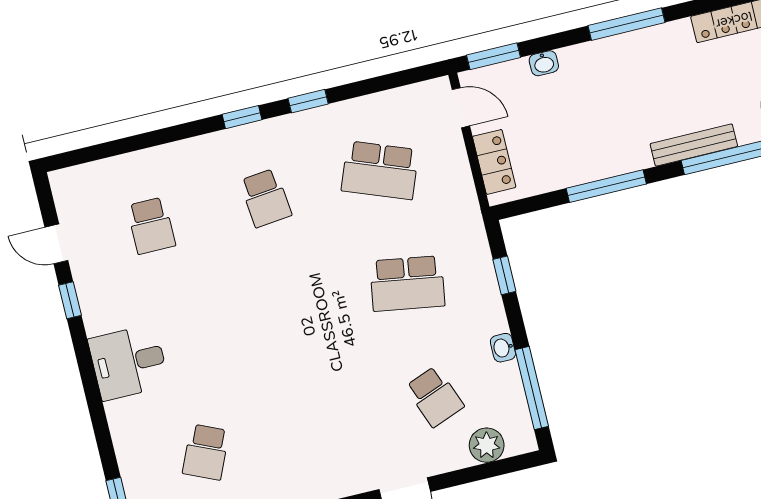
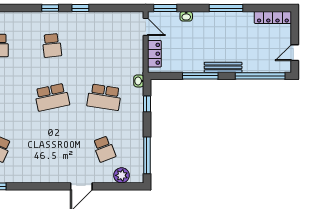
bench: (694, 145) -> (223, 67), moved
school desk: (380, 170) -> (52, 97), moved, turned -33
washbasin: (503, 348) -> (139, 81), moved

